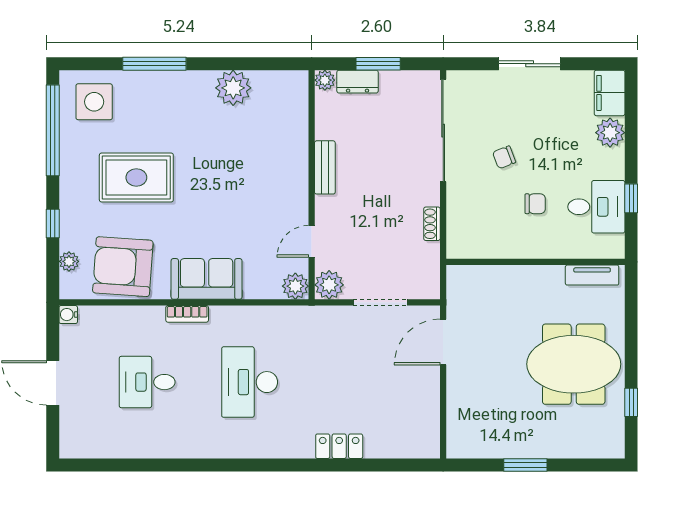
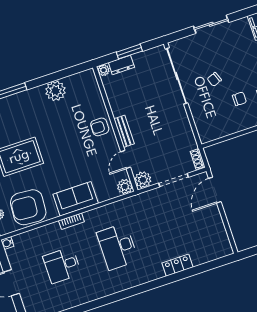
bench: (325, 167) -> (124, 131), moved
armchair: (287, 173) -> (100, 127), added
shoe rack: (432, 224) -> (198, 159), moved

